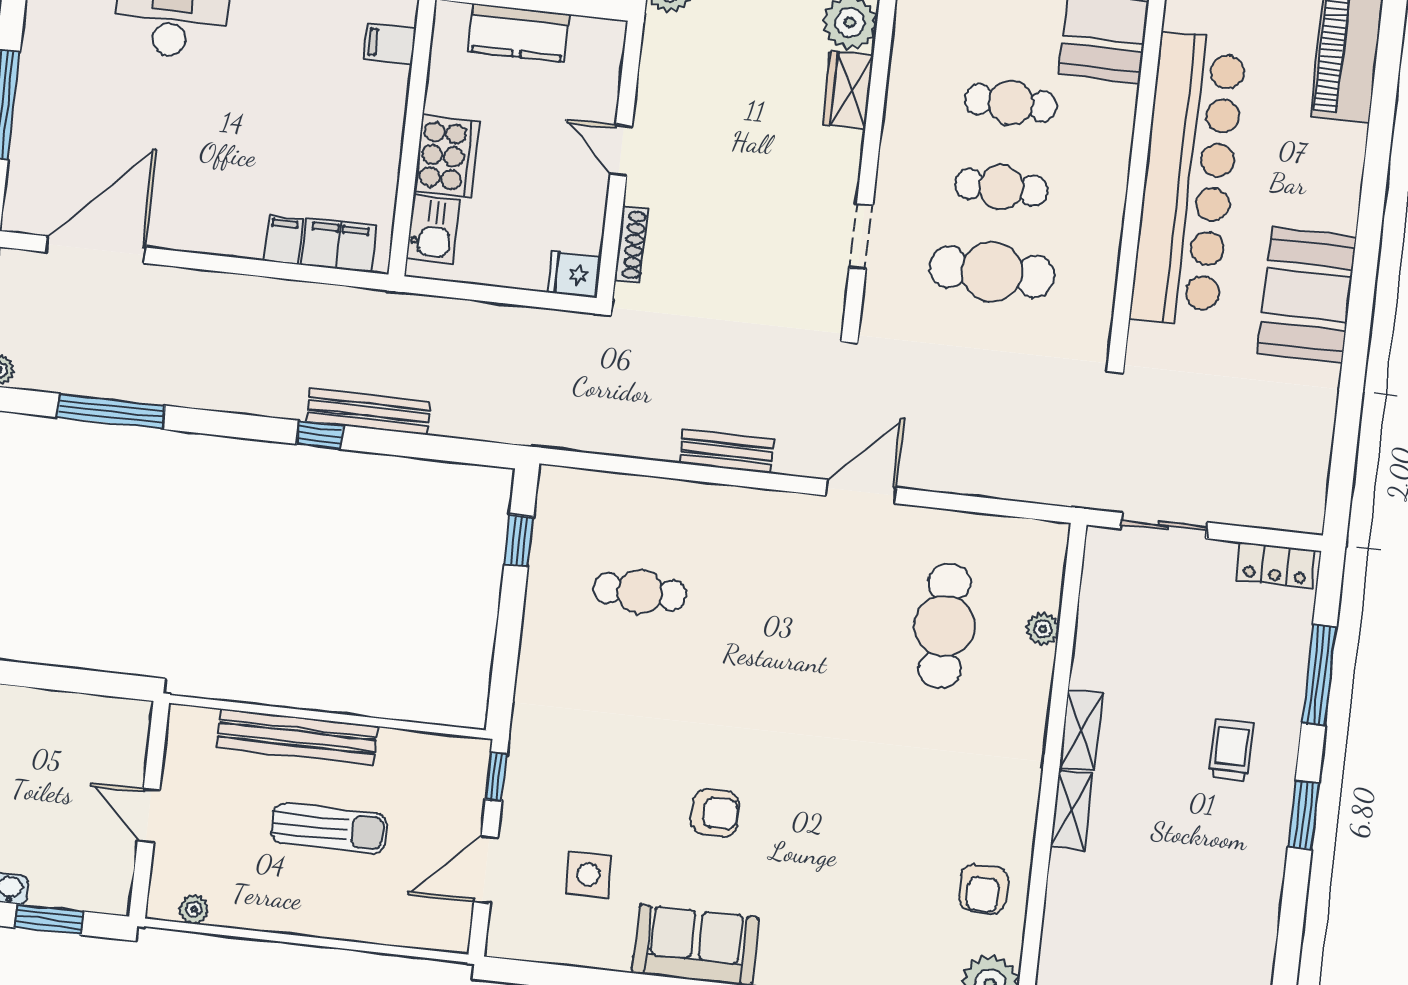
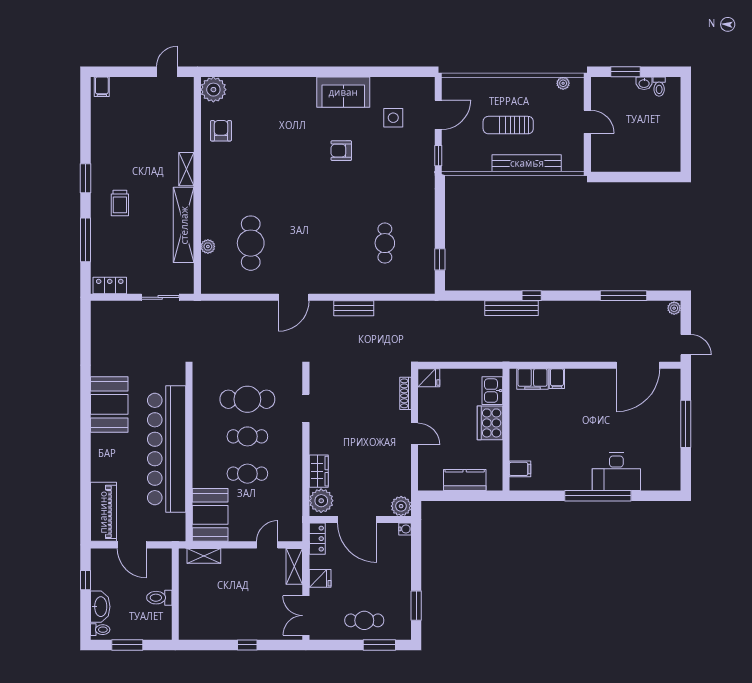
cafe table: (640, 592) -> (385, 243), turned 90
shelving: (1081, 730) -> (184, 225), width x2.20, depth x1.33

